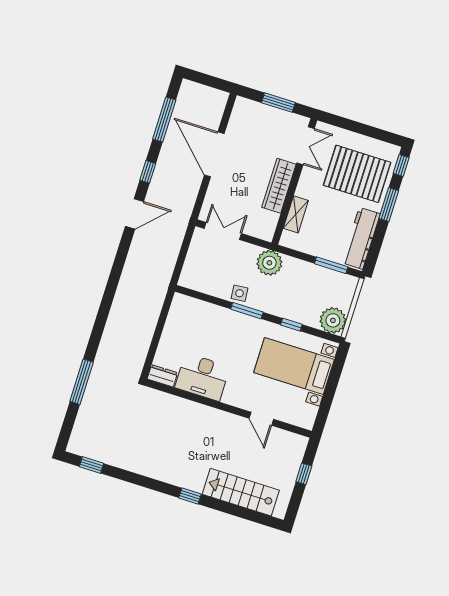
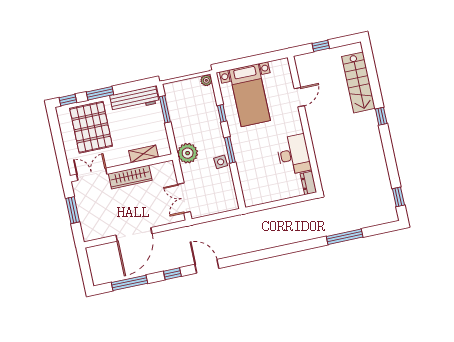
plant: (333, 320) -> (206, 80), width x0.53, depth x0.53

